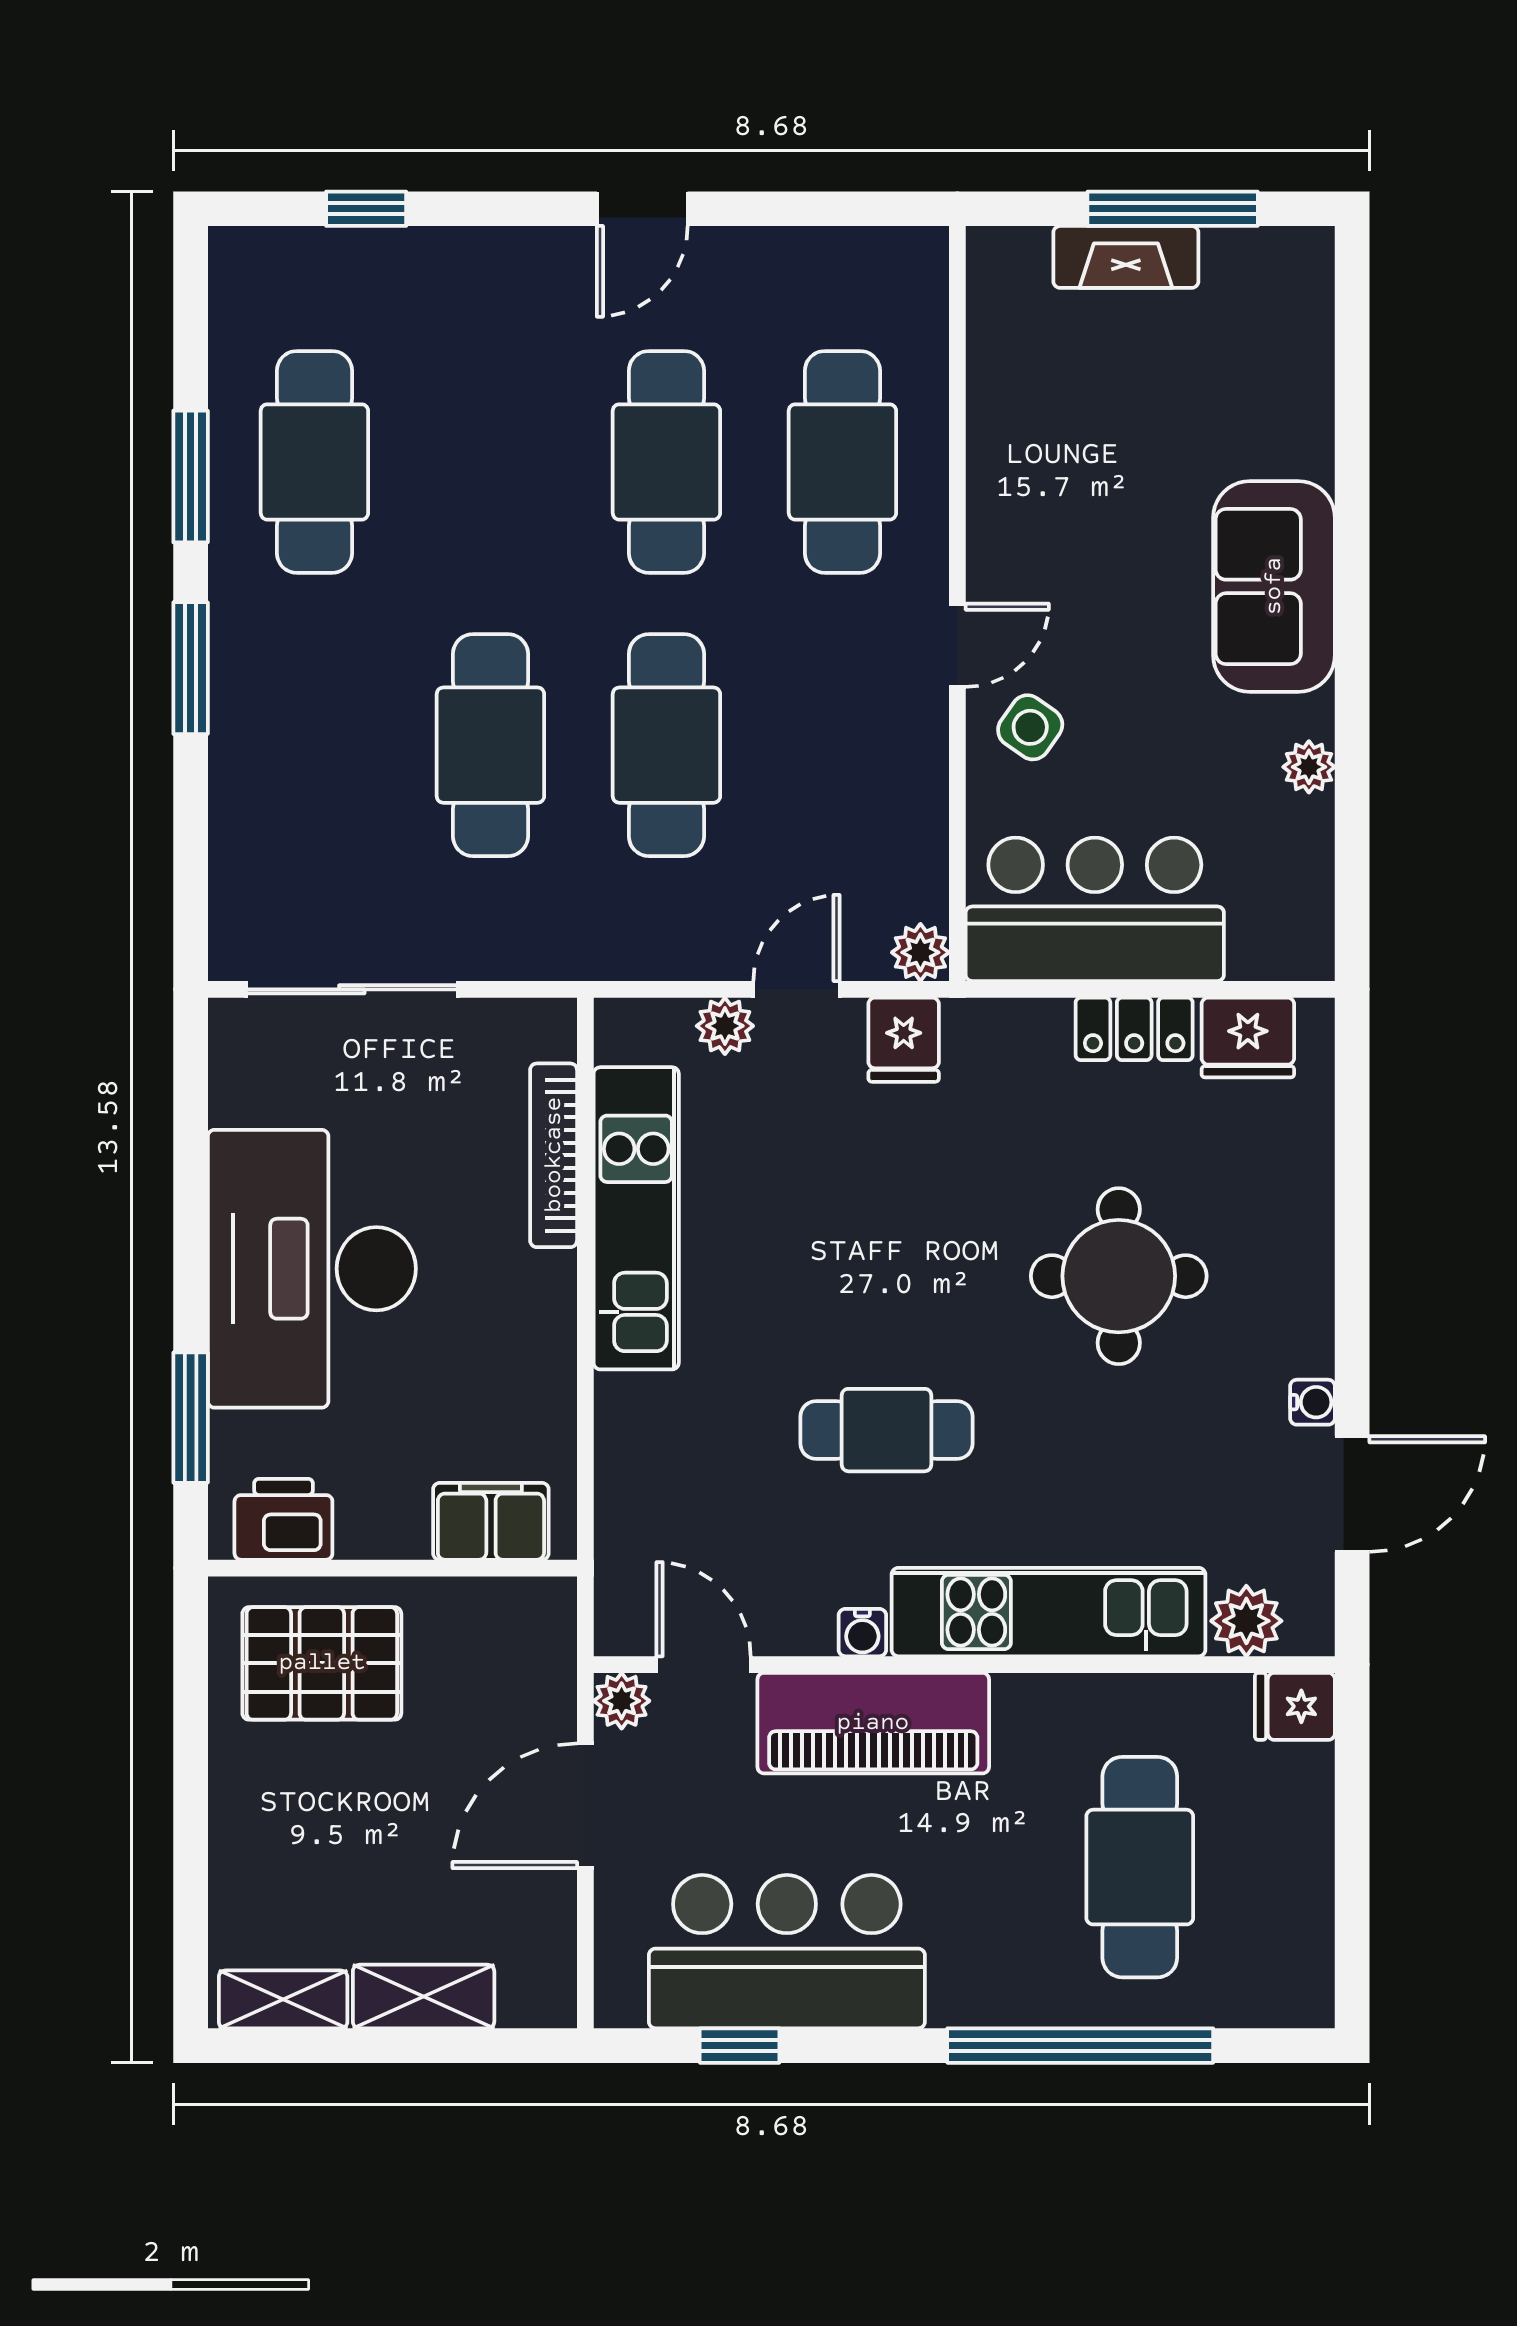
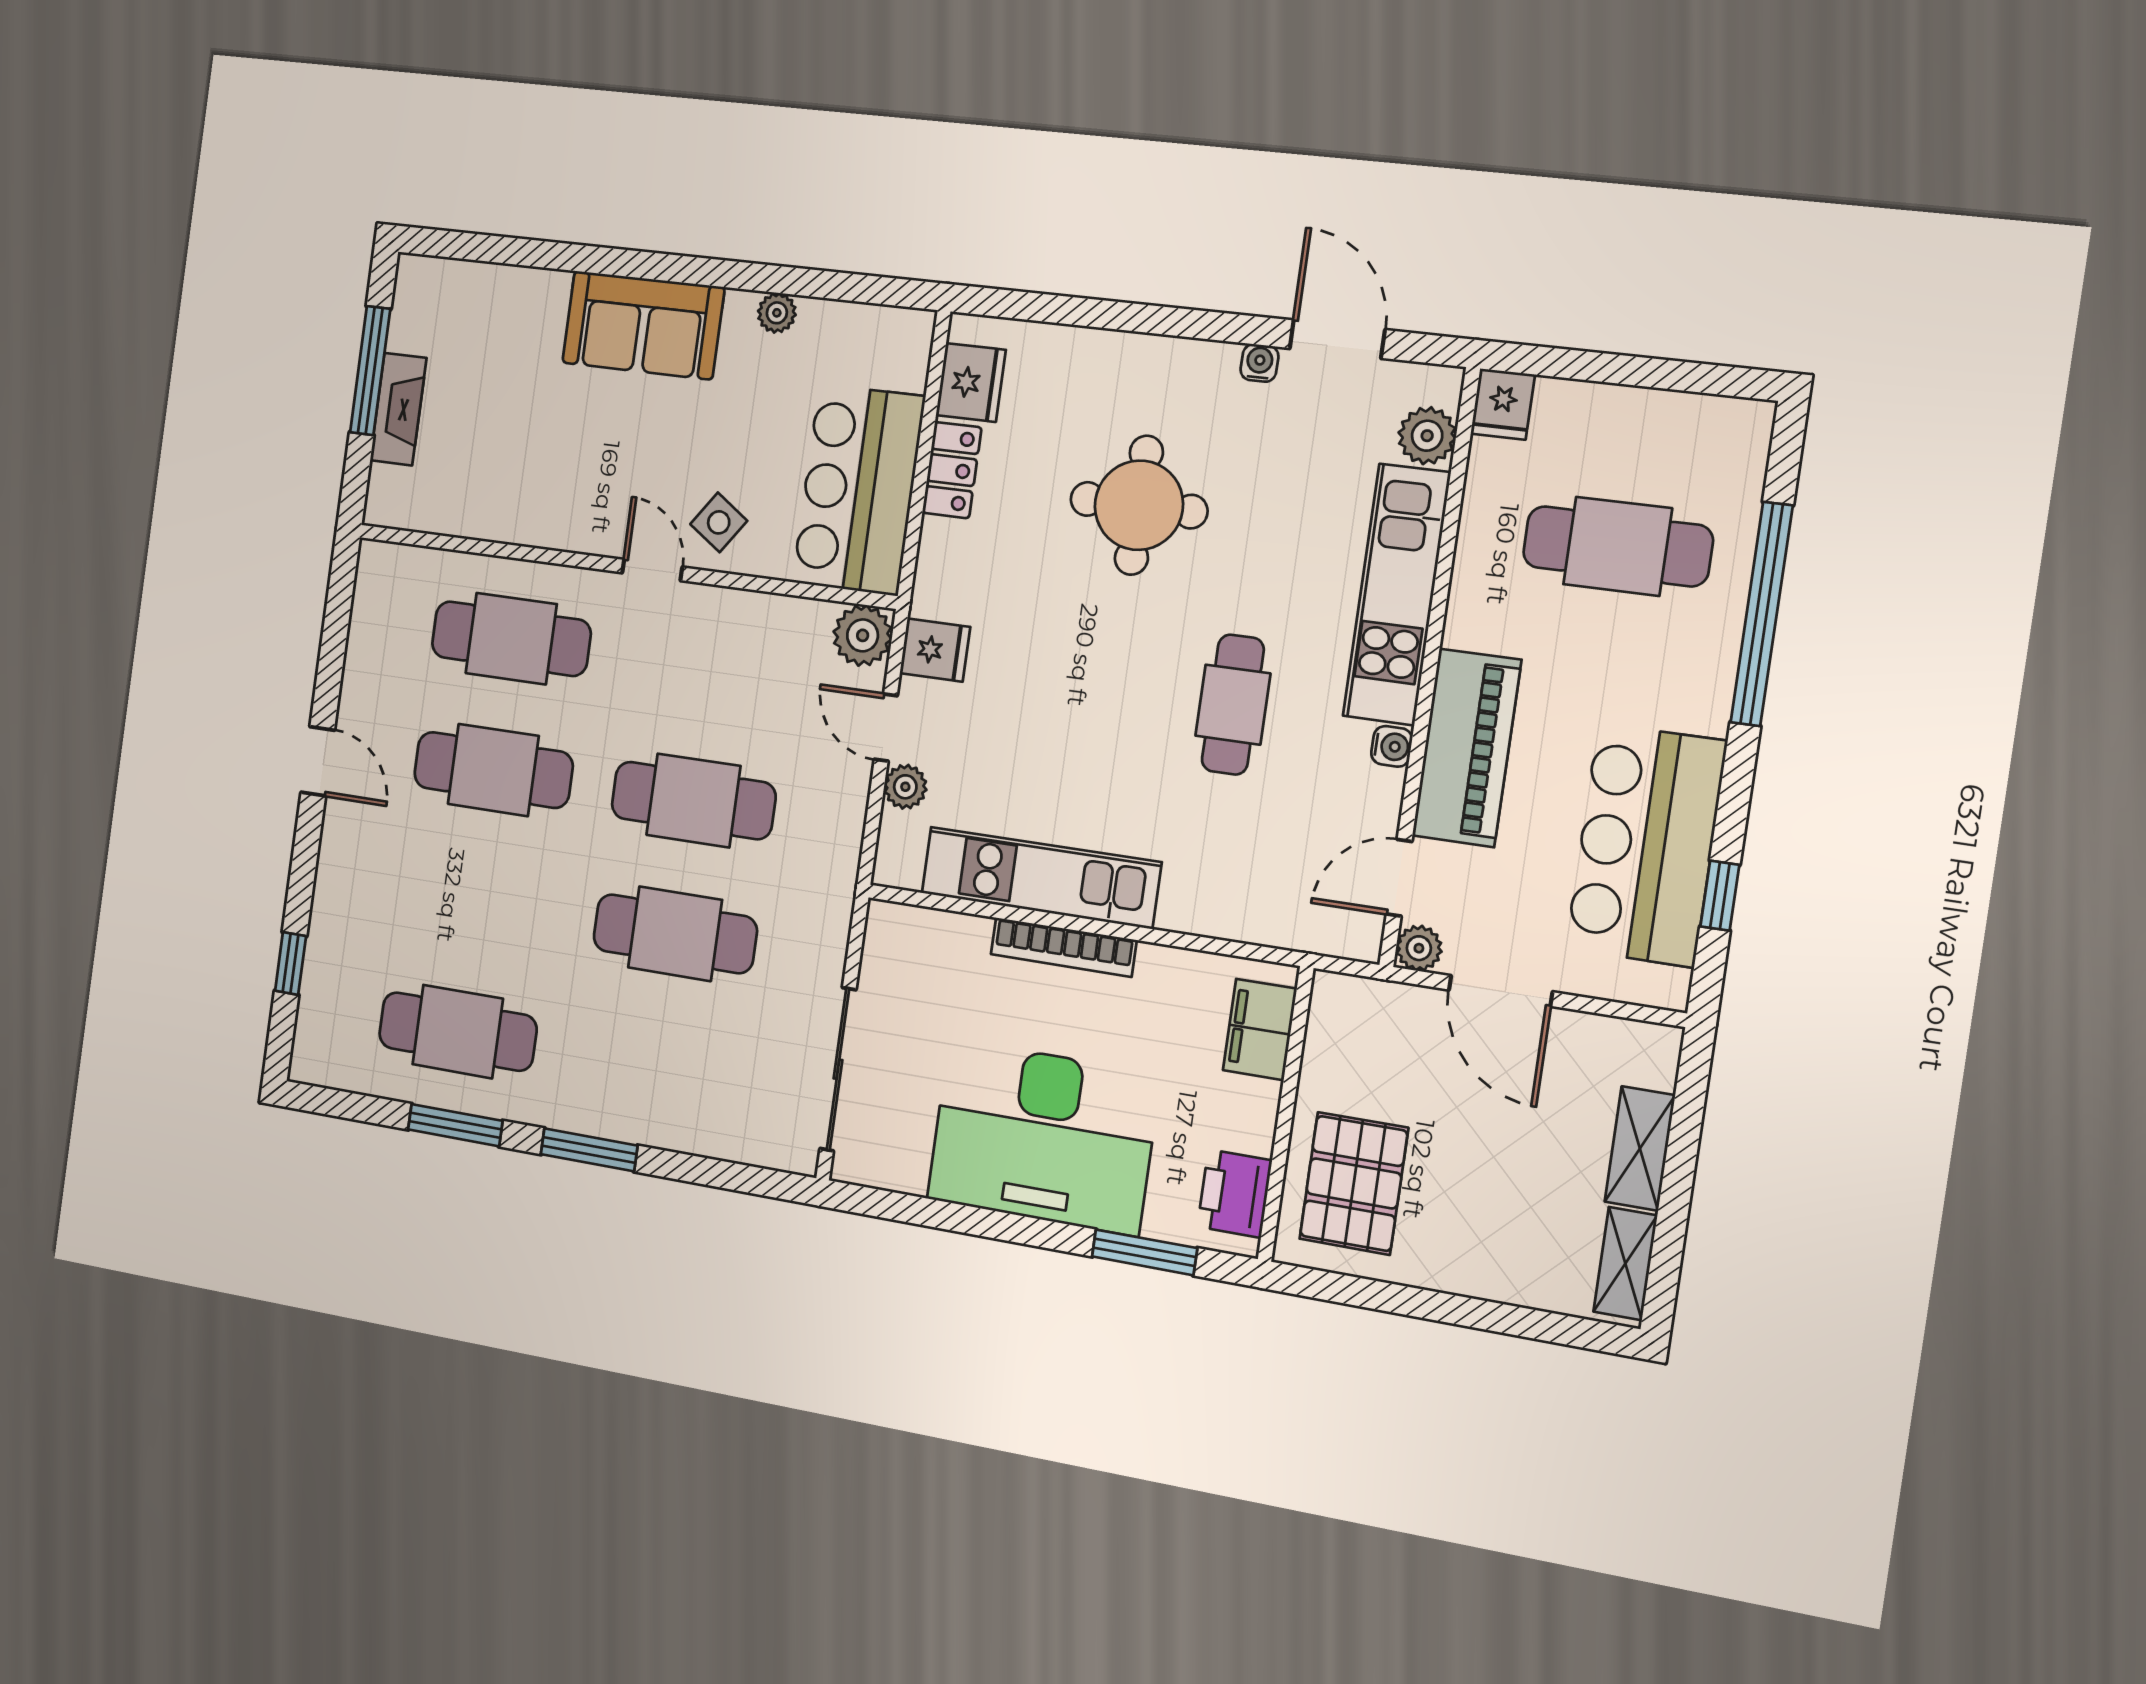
plant: (920, 952) -> (863, 635), width x1.38, depth x1.38
bookcase: (554, 1155) -> (1063, 947), moved

